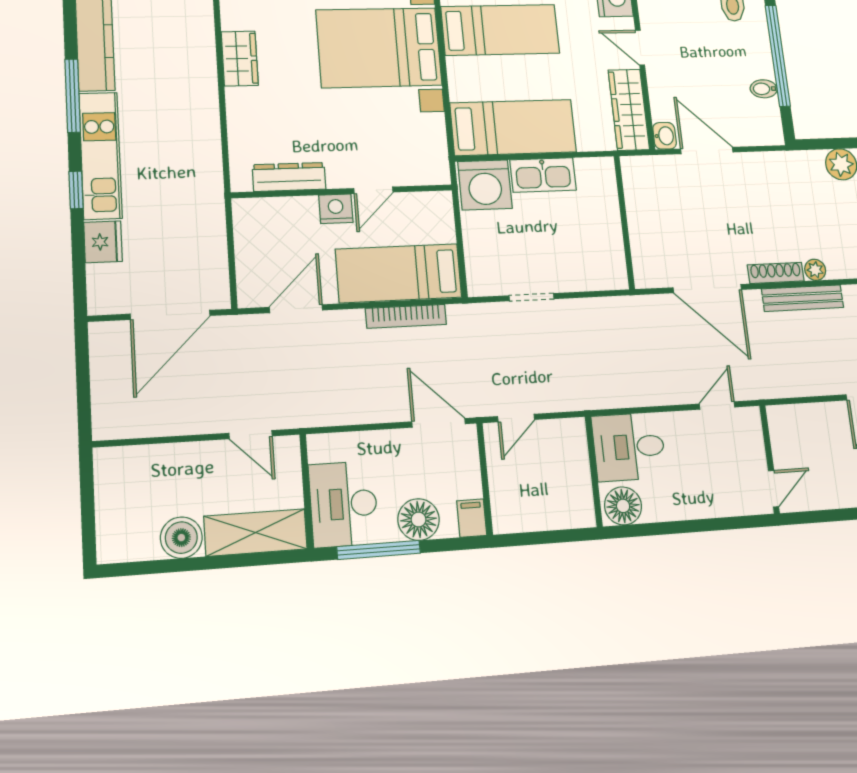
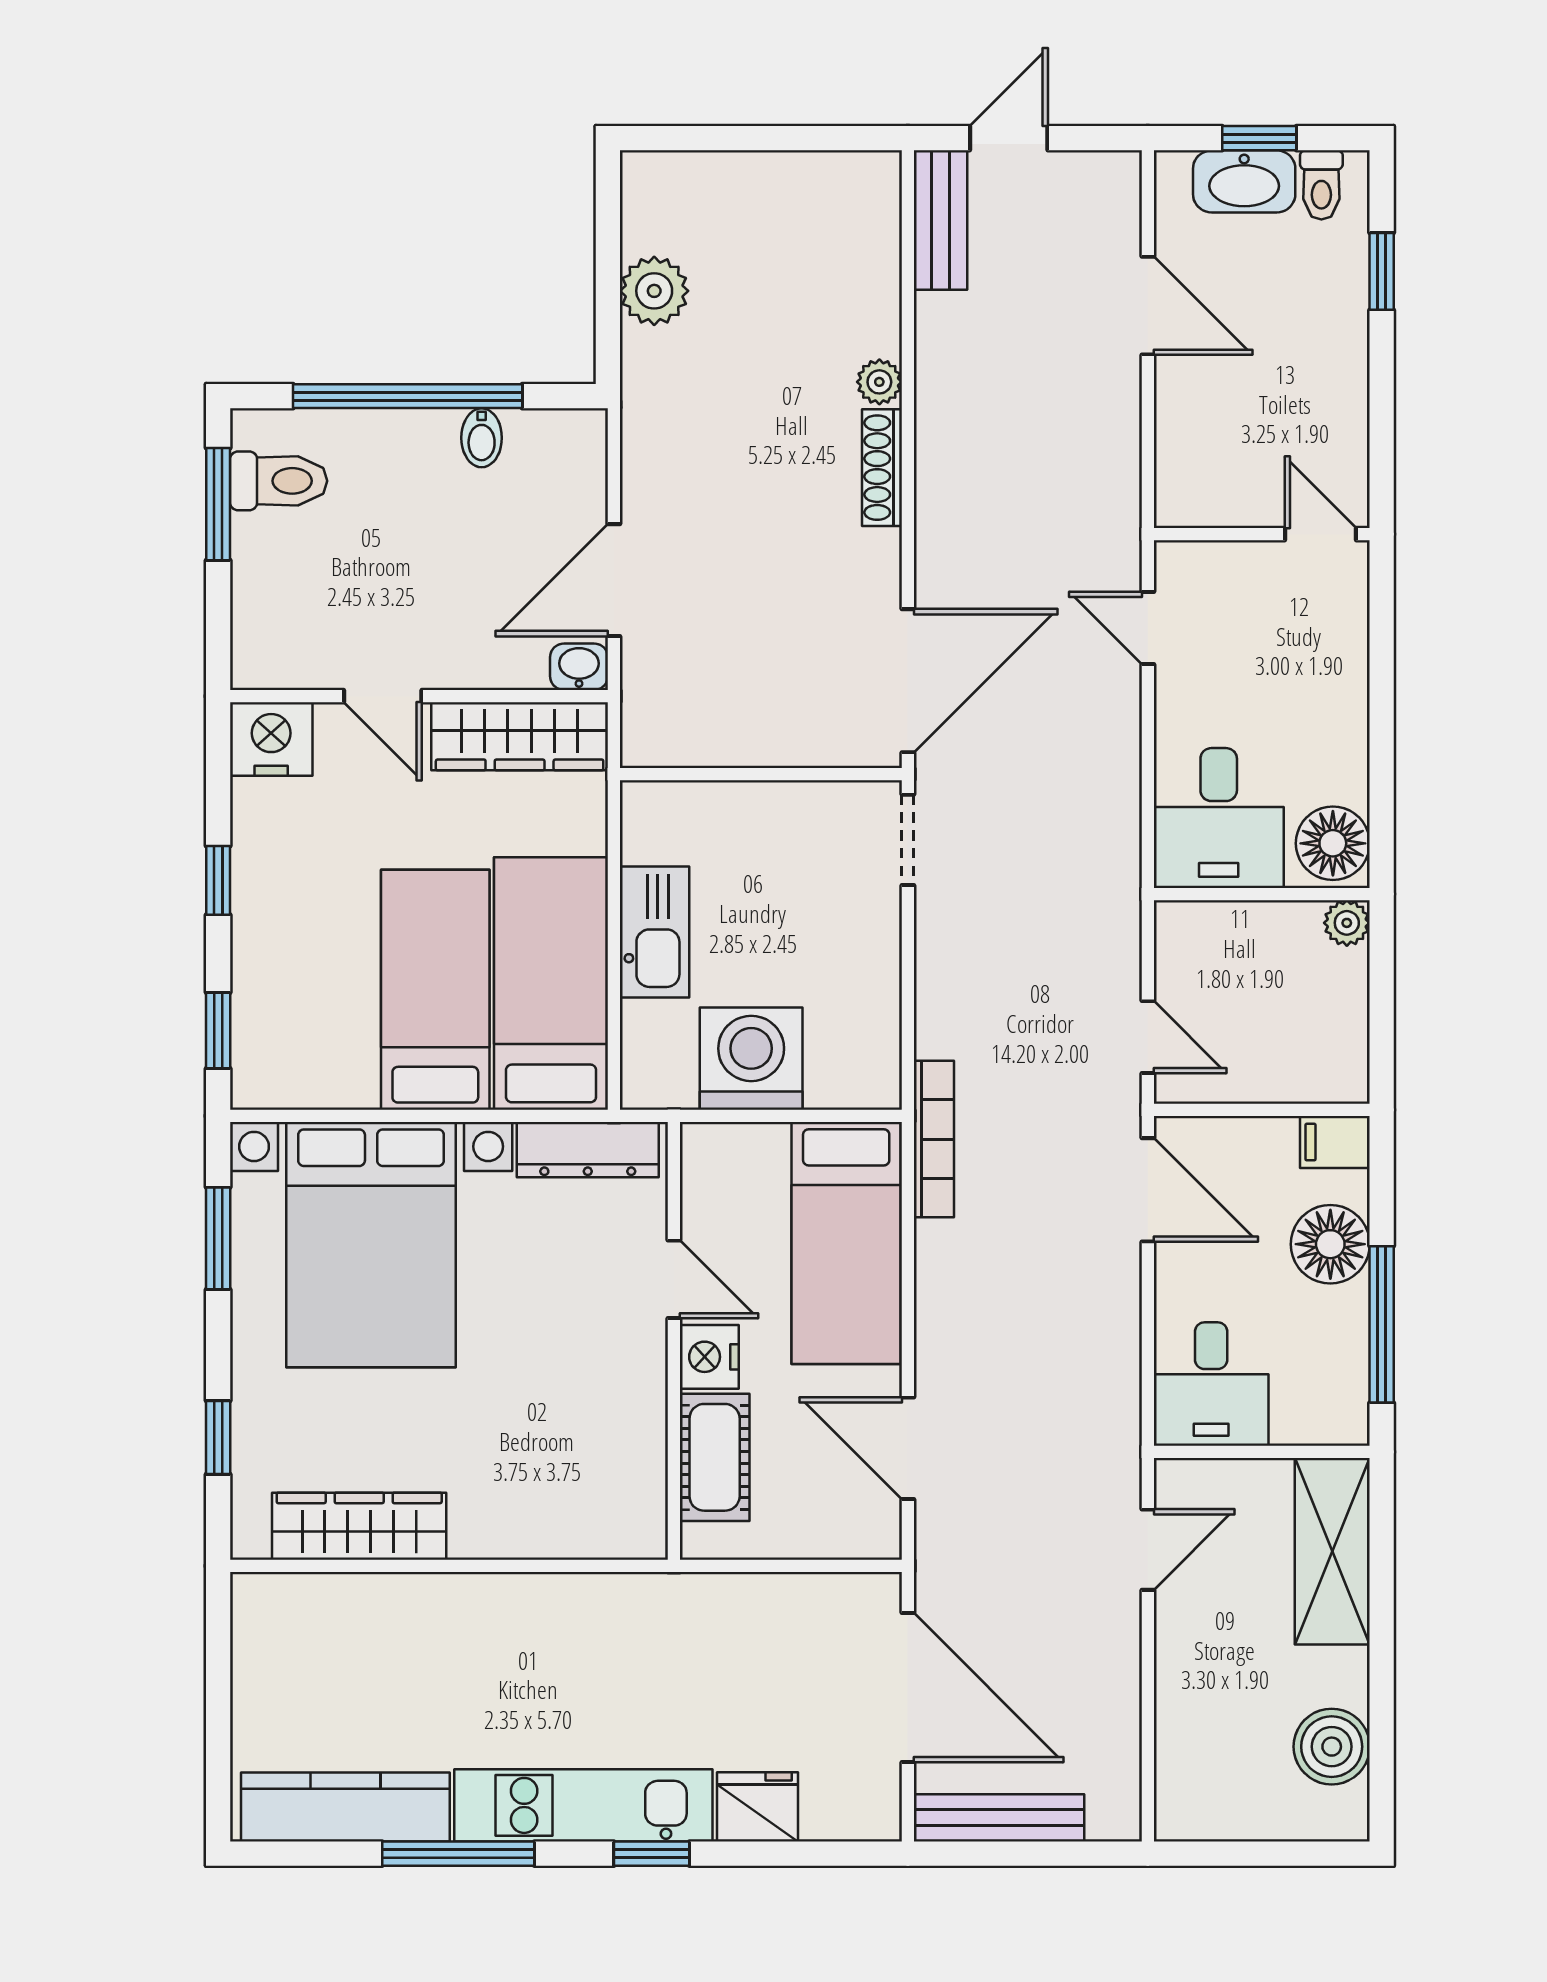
bed: (500, 30) -> (435, 990), moved
door: (640, 47) -> (383, 696), hinge flipped
wardrobe: (240, 58) -> (359, 1526), width x1.50
dresser: (289, 177) -> (588, 1150), moved, turned -90
washing machine: (485, 185) -> (751, 1059), moved, turned -90
cot: (285, 213) -> (715, 1457), added
door: (707, 289) -> (908, 681), moved
doorway: (532, 297) -> (908, 840), moved
bench: (803, 298) -> (999, 1818), moved, turned 90
bookcase: (406, 316) -> (934, 1139), moved
door: (439, 423) -> (1148, 1190), swing flipped
desk: (344, 504) -> (1211, 1384), moved, width x0.73
plant: (584, 516) -> (1347, 923), added
boiler: (181, 538) -> (1332, 1747), moved

